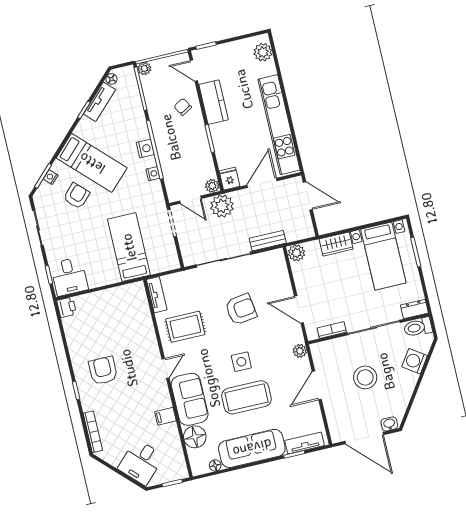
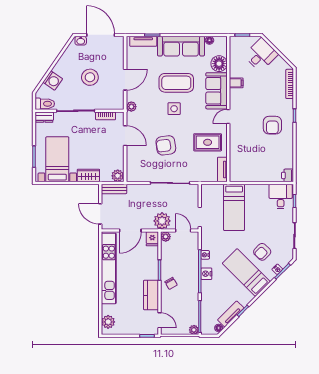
chair: (183, 107) -> (171, 283), moved
bench: (268, 241) -> (114, 189), moved

